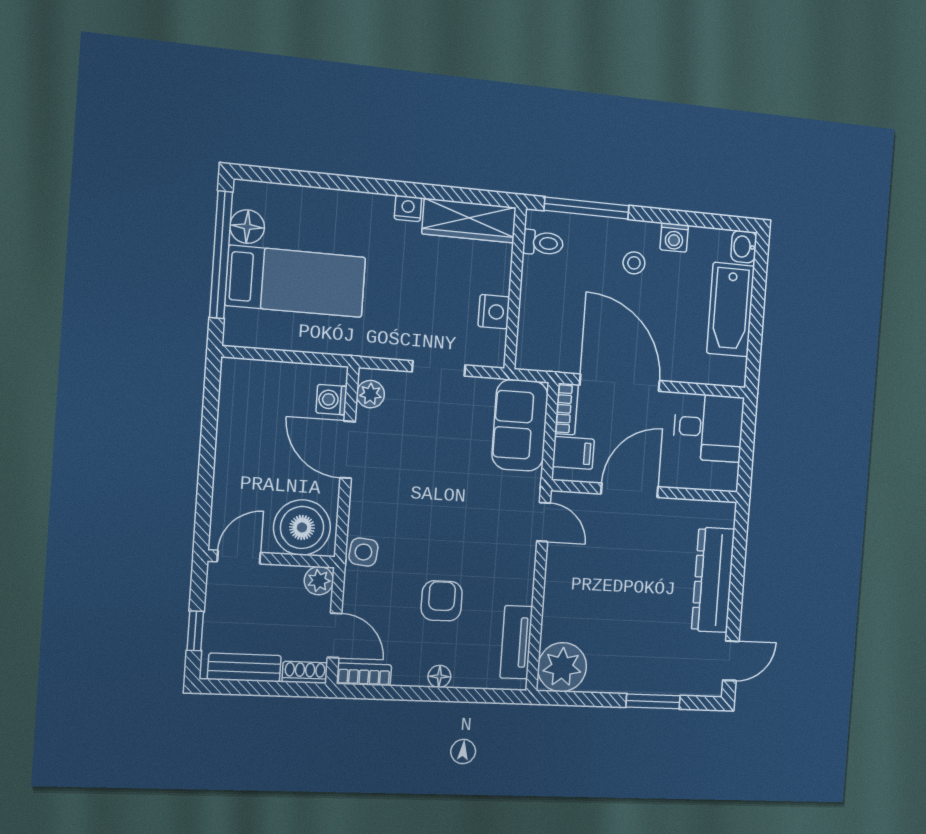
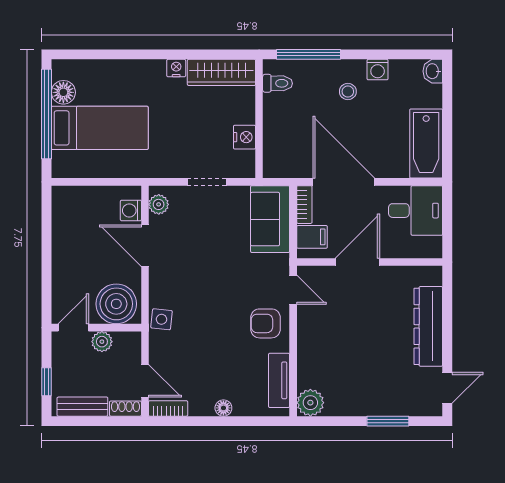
bathtub: (731, 310) -> (426, 144), moved
plant: (319, 581) -> (102, 342), moved
armchair: (442, 601) -> (265, 323), moved, turned -90
plant: (562, 667) -> (310, 403), width x0.73, depth x0.73

